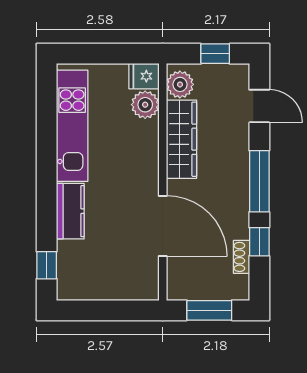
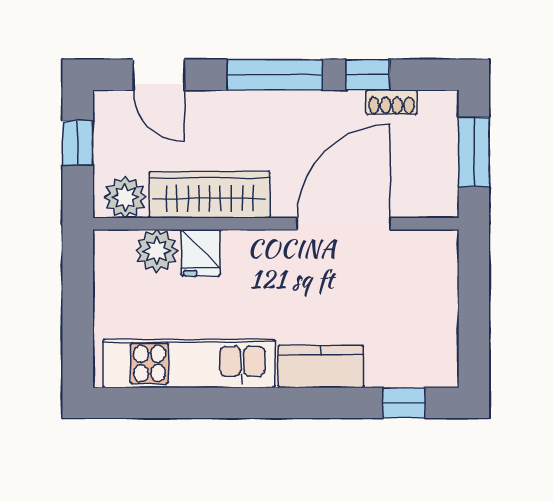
fridge: (144, 76) -> (201, 253), moved
door: (259, 106) -> (159, 75), swing flipped

